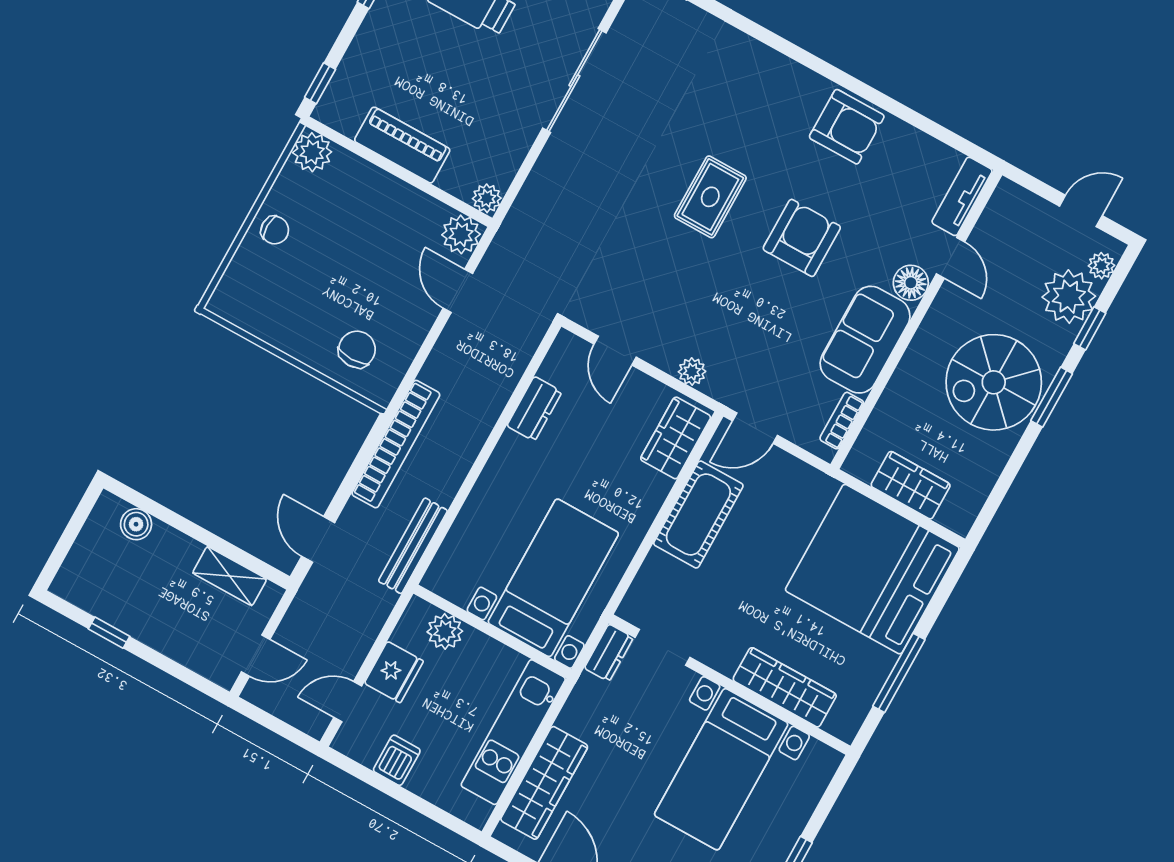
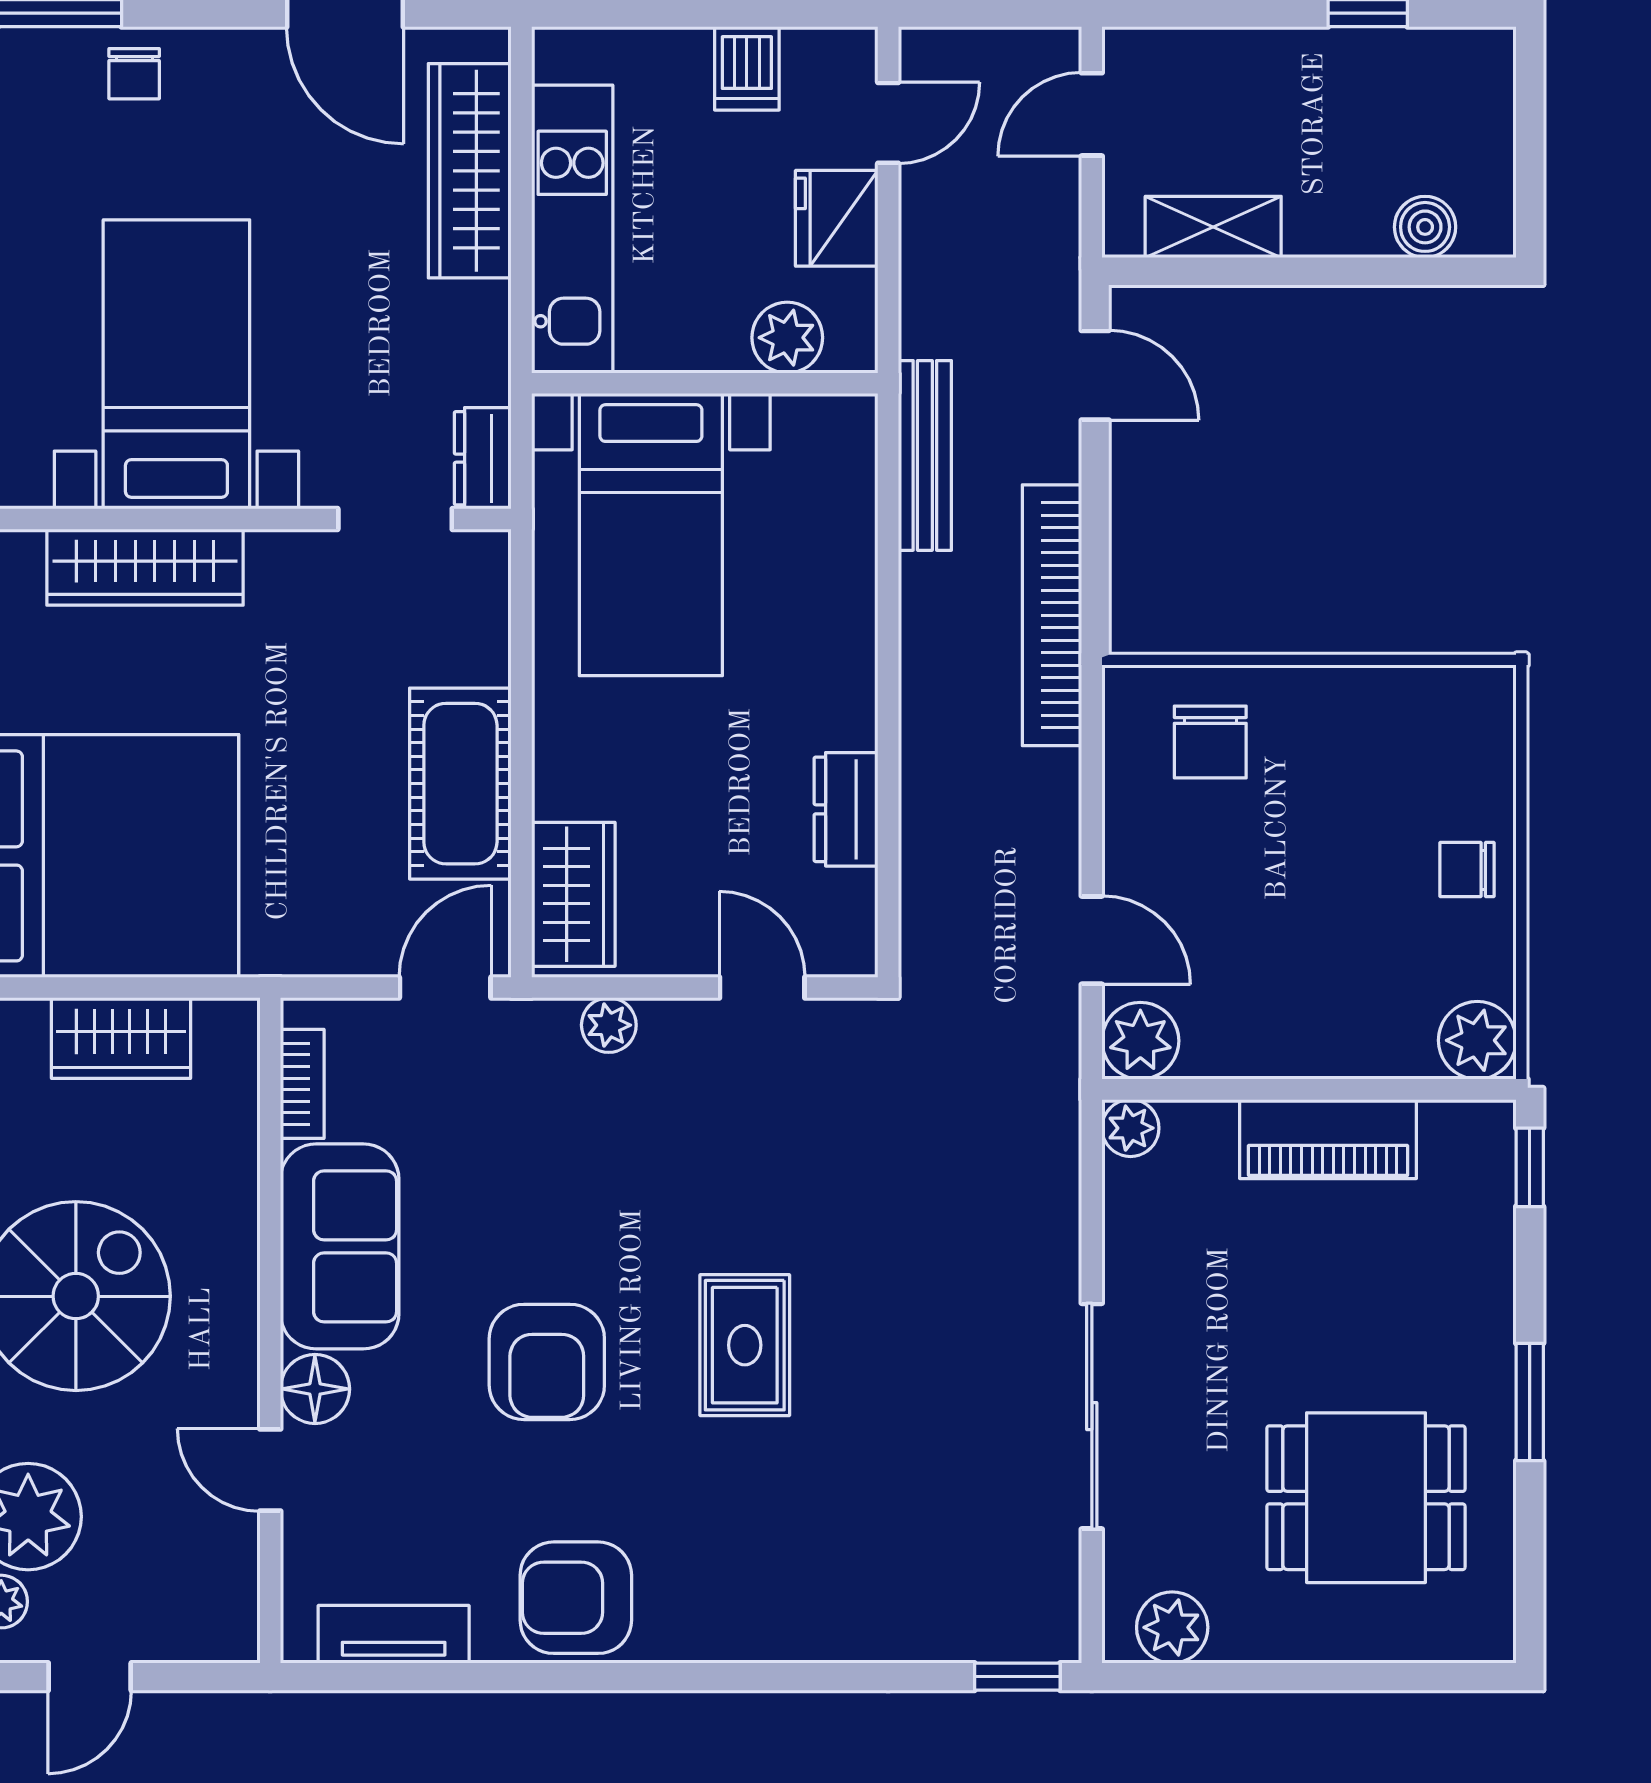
tv unit: (962, 196) -> (394, 1634), moved, turned -90

